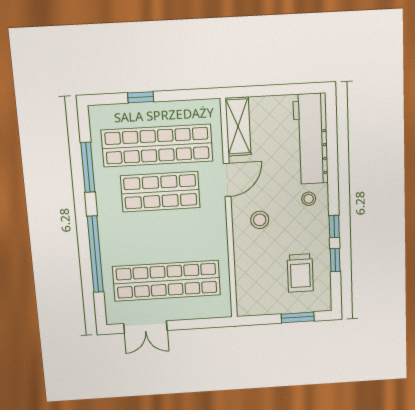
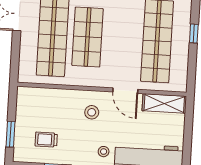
shop shelf: (160, 192) -> (87, 37), moved
trolley: (300, 273) -> (46, 140), width x0.73, depth x0.72

